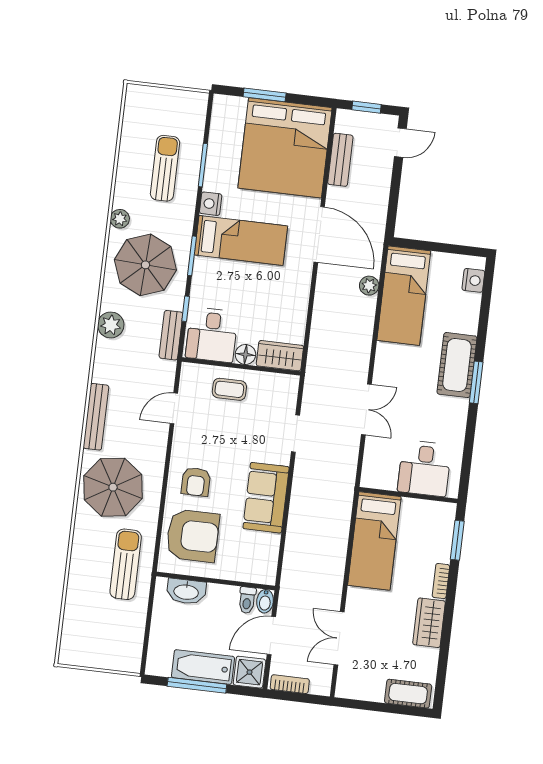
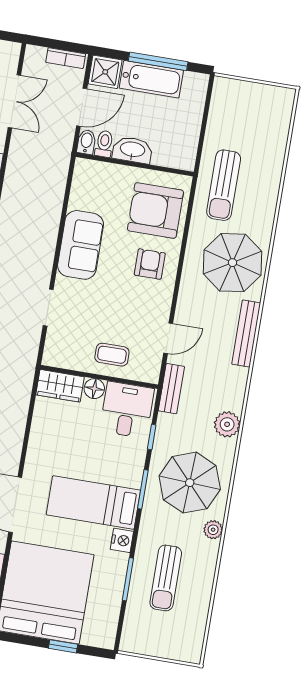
window: (265, 95) -> (63, 646), width x0.67
bench: (171, 335) -> (171, 389), moved
washbasin: (186, 591) -> (132, 150), moved

